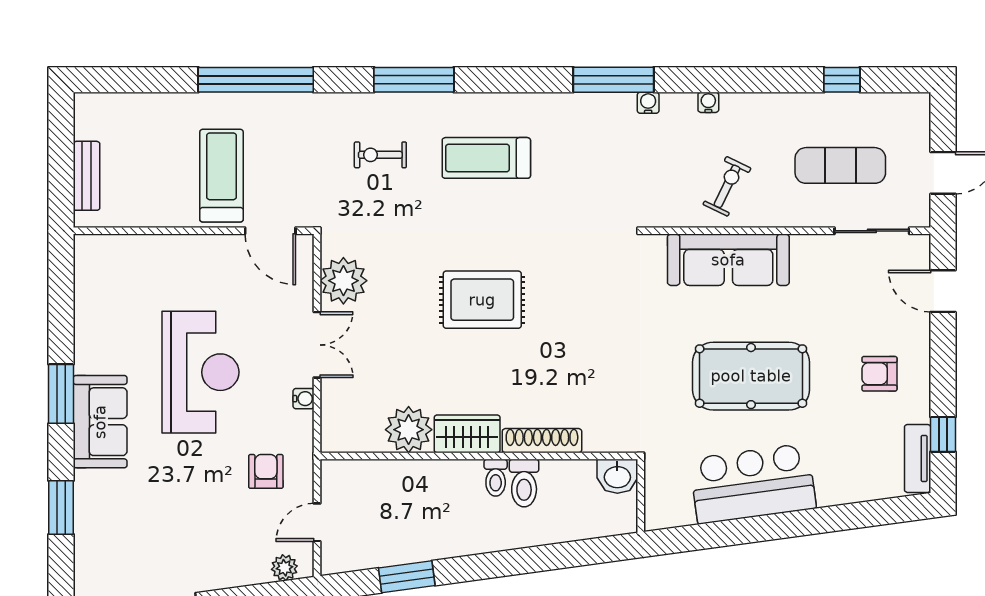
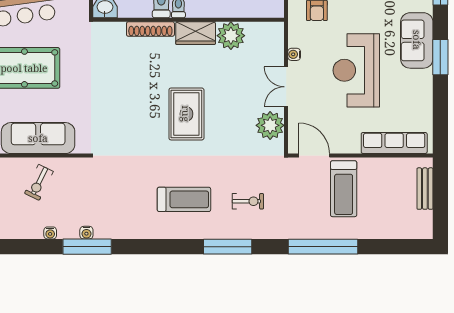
window: (613, 80) -> (87, 247), moved
row of seats: (138, 252) -> (394, 143), added
rug: (482, 300) -> (186, 114), turned 90

